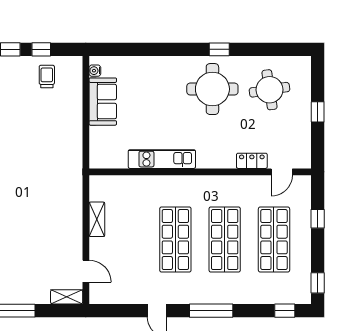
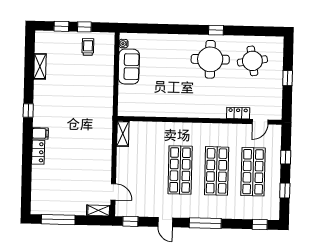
kitchen unit: (162, 159) -> (172, 110), removed
shelving: (97, 219) -> (123, 134), moved
window: (318, 283) -> (285, 190), moved
window: (110, 311) -> (130, 221), added

